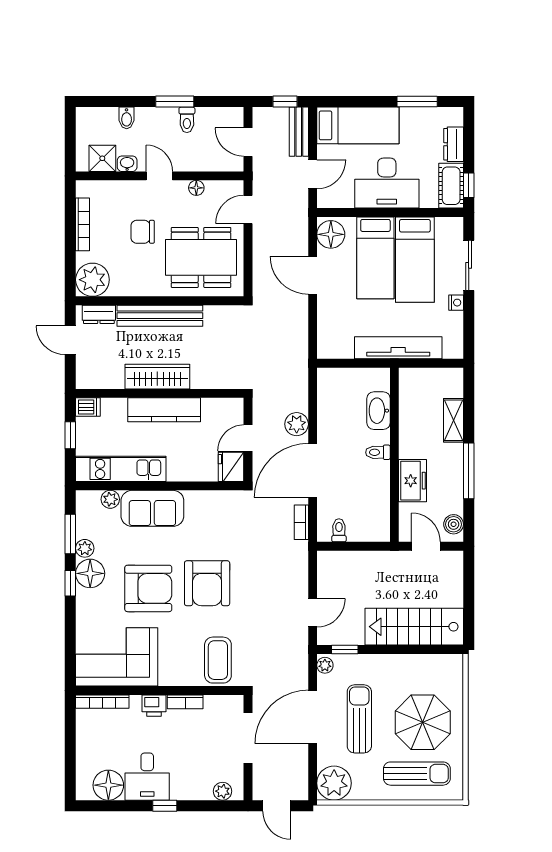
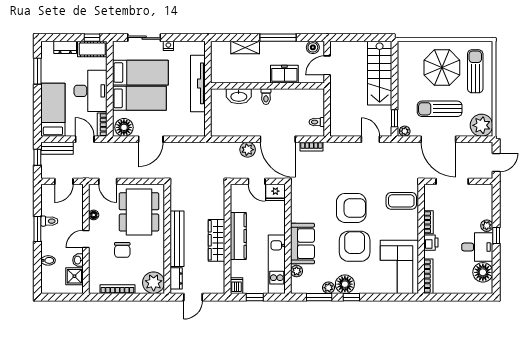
bookcase: (335, 201) -> (102, 125), added
plant: (223, 791) -> (487, 226), moved

